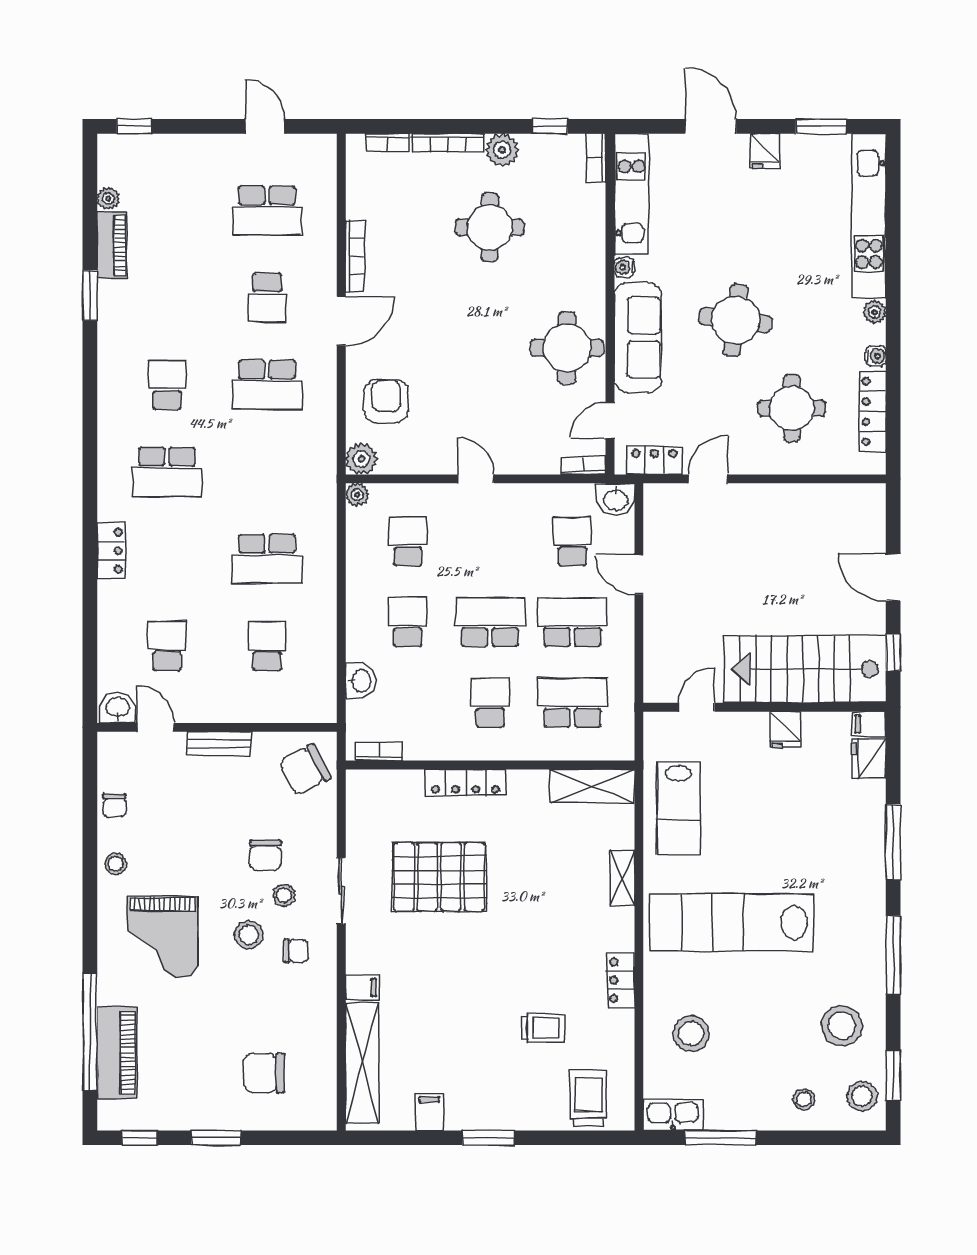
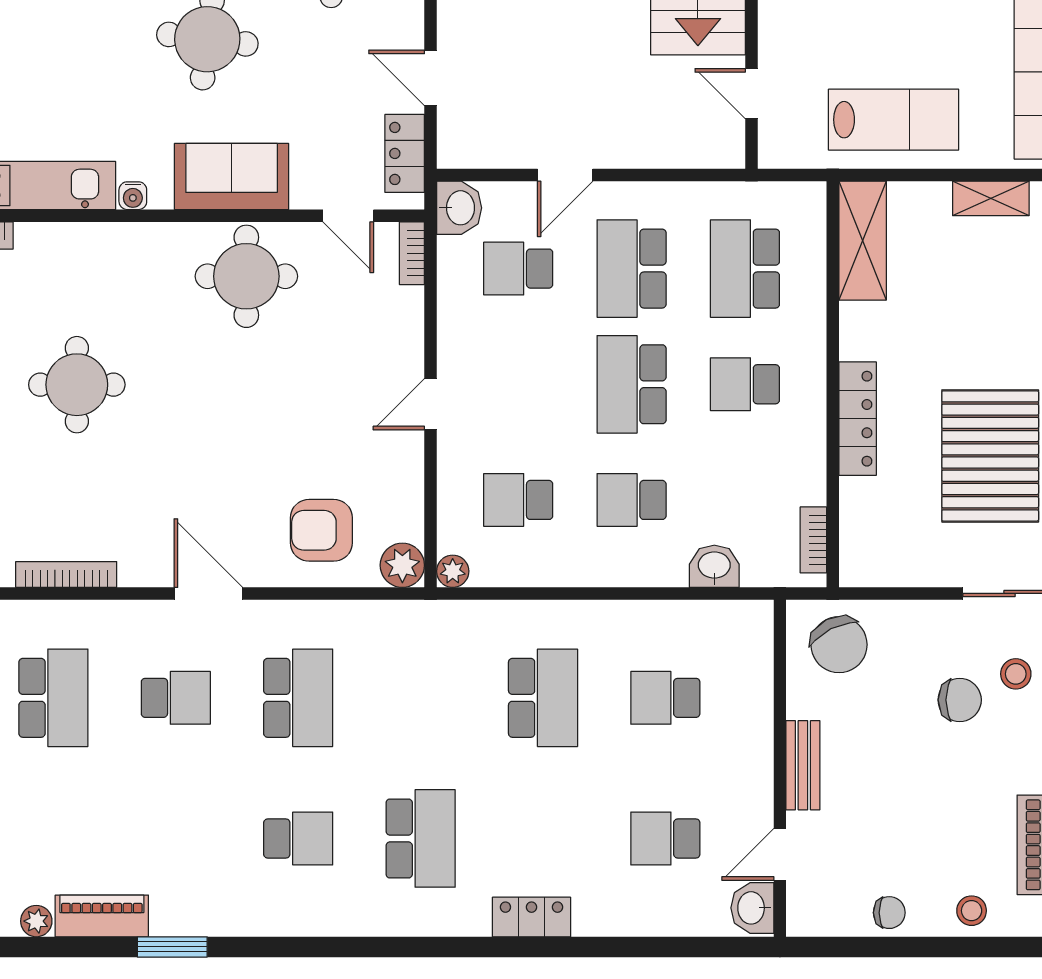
bookcase: (355, 256) -> (66, 574), moved
sofa: (638, 337) -> (232, 177), width x0.73
school desk: (167, 385) -> (298, 838), turned 180

